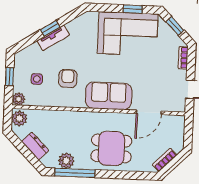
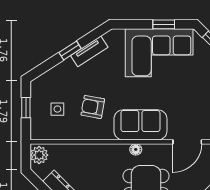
tv unit: (53, 38) -> (89, 51), moved
armchair: (68, 78) -> (93, 107), turned -80
plant: (19, 99) -> (37, 133), removed
floor lamp: (104, 117) -> (136, 149), added

